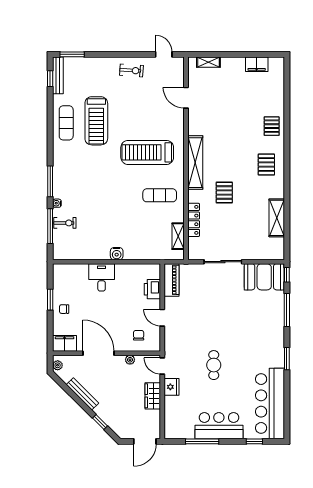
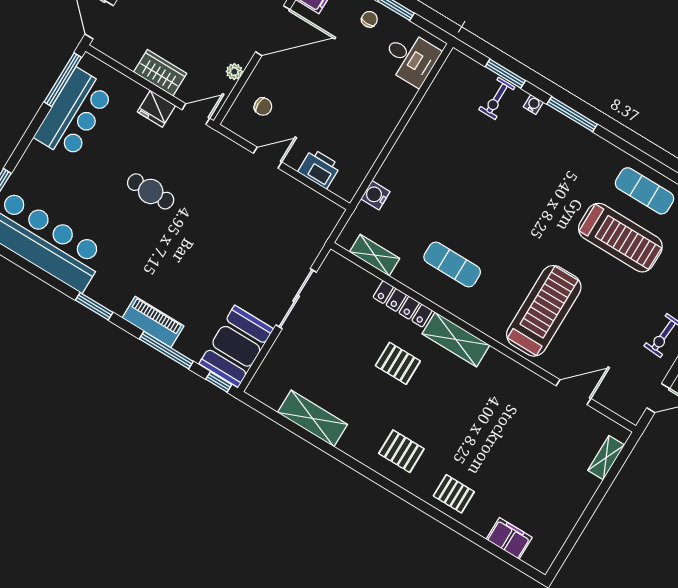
filing cabinet: (257, 64) -> (509, 538), moved, turned 90
treadmill: (96, 121) -> (620, 238), turned 180
treadmill: (147, 152) -> (544, 311), moved
shelving: (195, 163) -> (456, 339), width x0.68
exercise mat: (160, 195) -> (452, 264), turned 90
locker: (194, 220) -> (403, 304), moved
window: (50, 226) -> (505, 74), width x0.69
water cooler: (117, 254) -> (375, 195), moved
desk: (102, 277) -> (411, 58), moved
piano: (171, 280) -> (153, 322), moved, turned 180
bar counter: (219, 426) -> (74, 114), moved
window: (202, 441) -> (63, 80), moved

